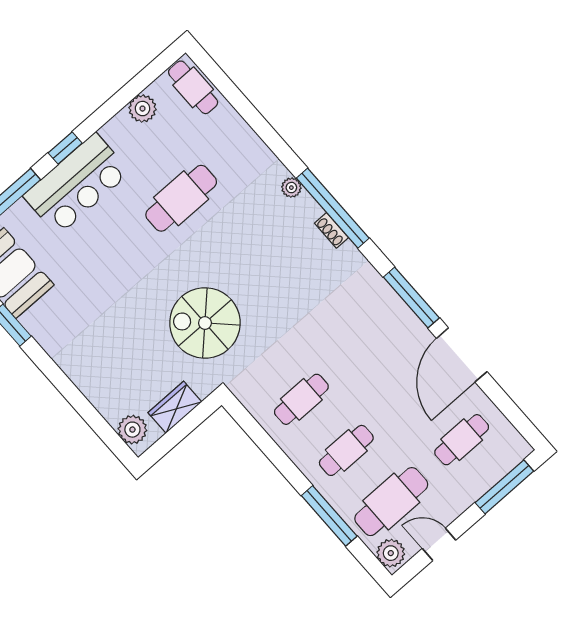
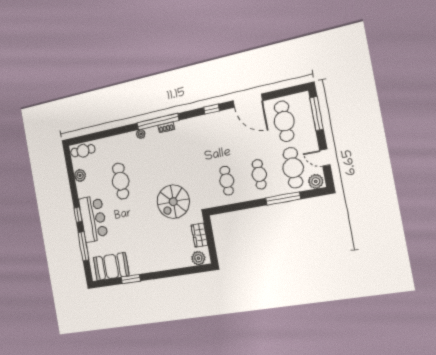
window: (411, 298) -> (212, 109), width x0.46
cafe table: (462, 440) -> (284, 121), width x1.37, depth x1.35
door: (439, 544) -> (325, 158), hinge flipped

